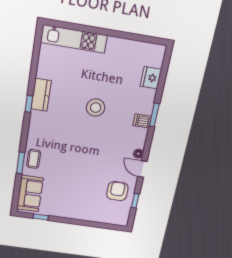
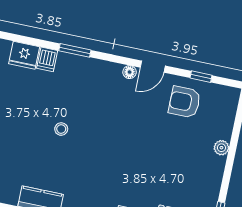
stool: (96, 108) -> (61, 129), width x0.53, depth x0.53
dishwasher: (142, 121) -> (47, 59), moved
plant: (86, 216) -> (221, 148), added

